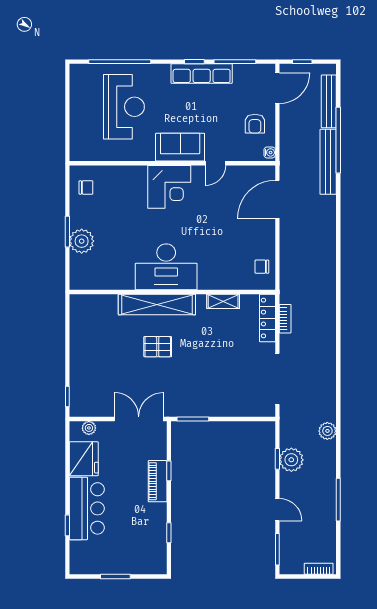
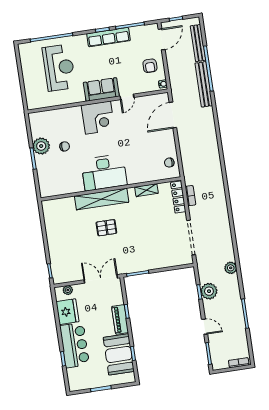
chair: (86, 187) -> (65, 146), moved
plant: (82, 241) -> (41, 146), moved
booth: (148, 531) -> (119, 354), added

